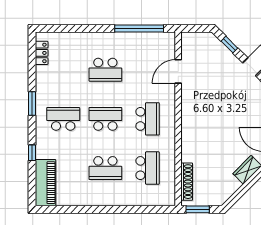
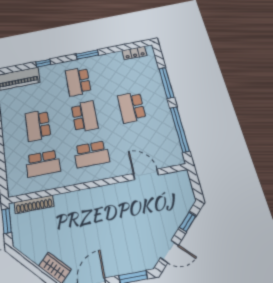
window: (85, 28) -> (166, 83), added
school desk: (63, 119) -> (78, 81), turned 180

